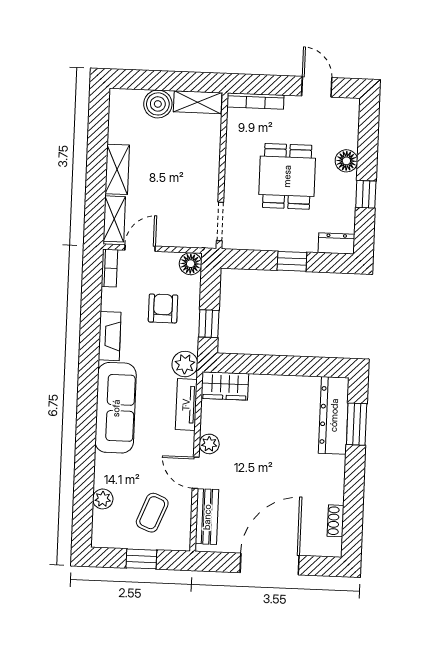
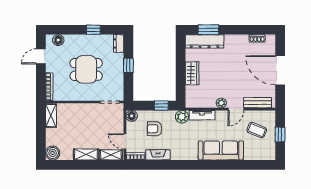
boiler: (158, 104) -> (53, 153), moved
floor lamp: (346, 161) -> (58, 40), moved
fireplace: (110, 336) -> (158, 155), moved
wardrobe: (225, 386) -> (192, 73), moved
sofa: (116, 408) -> (221, 150), moved
plant: (103, 499) -> (251, 155), removed

